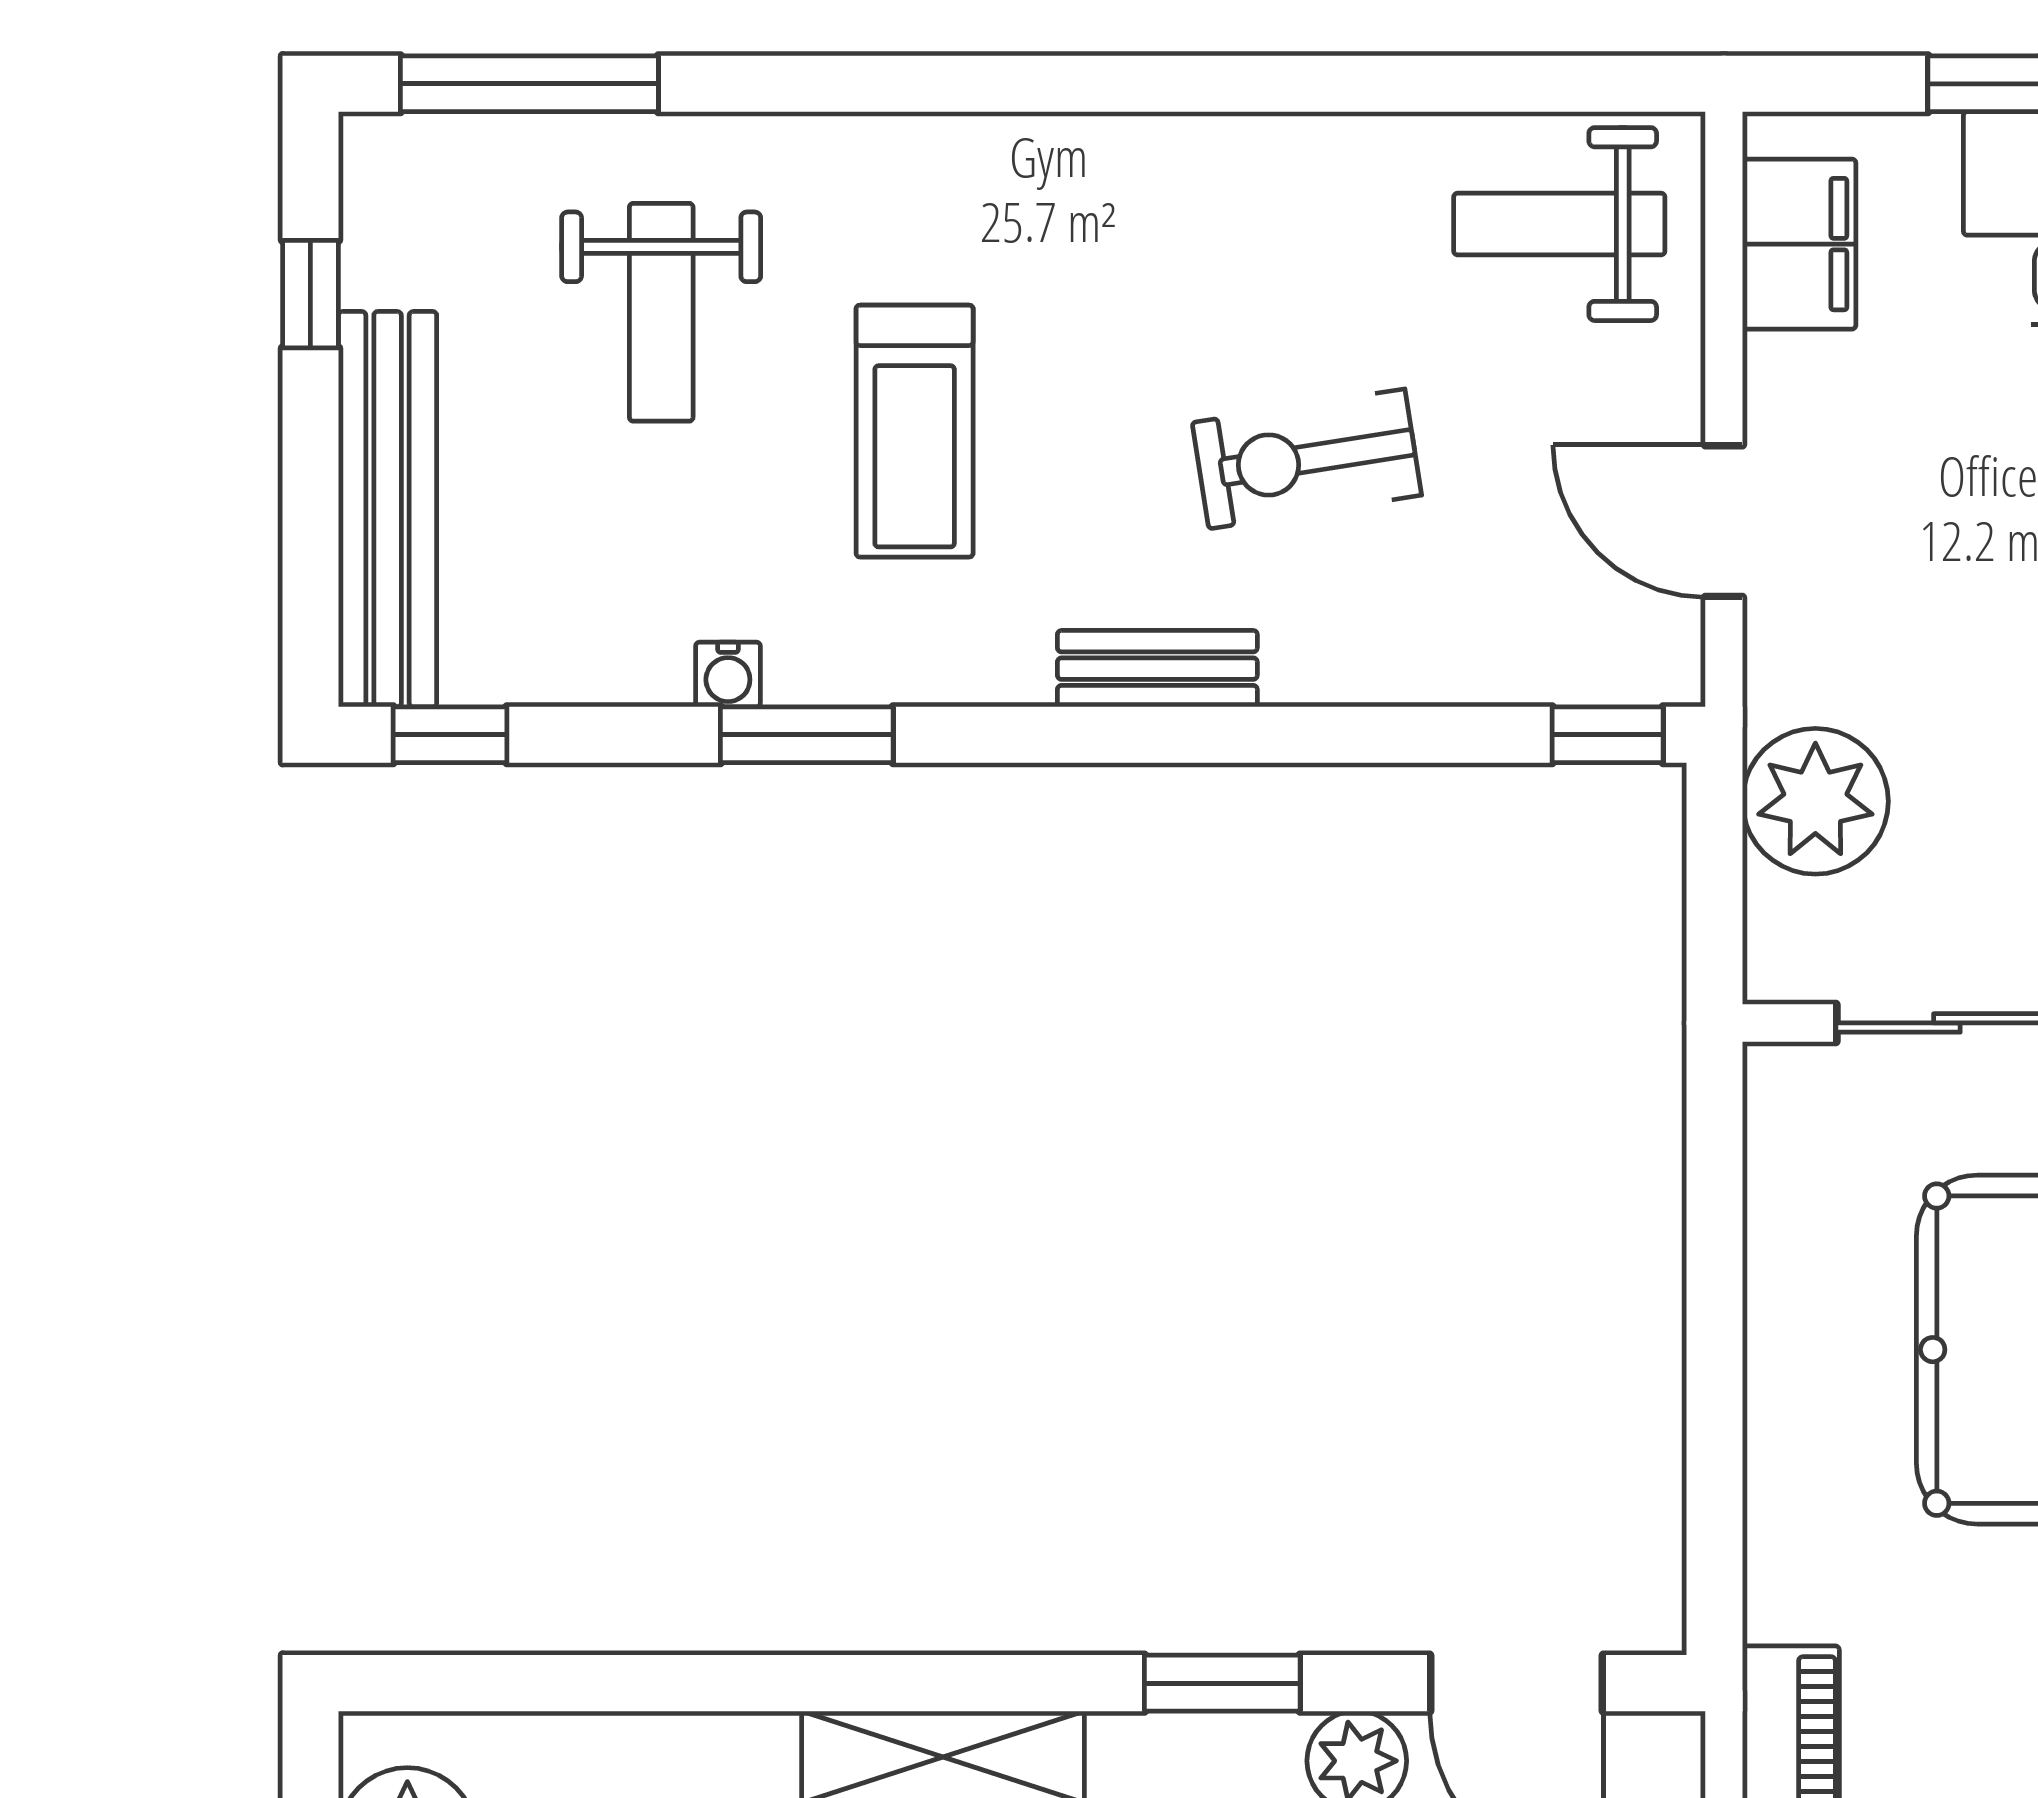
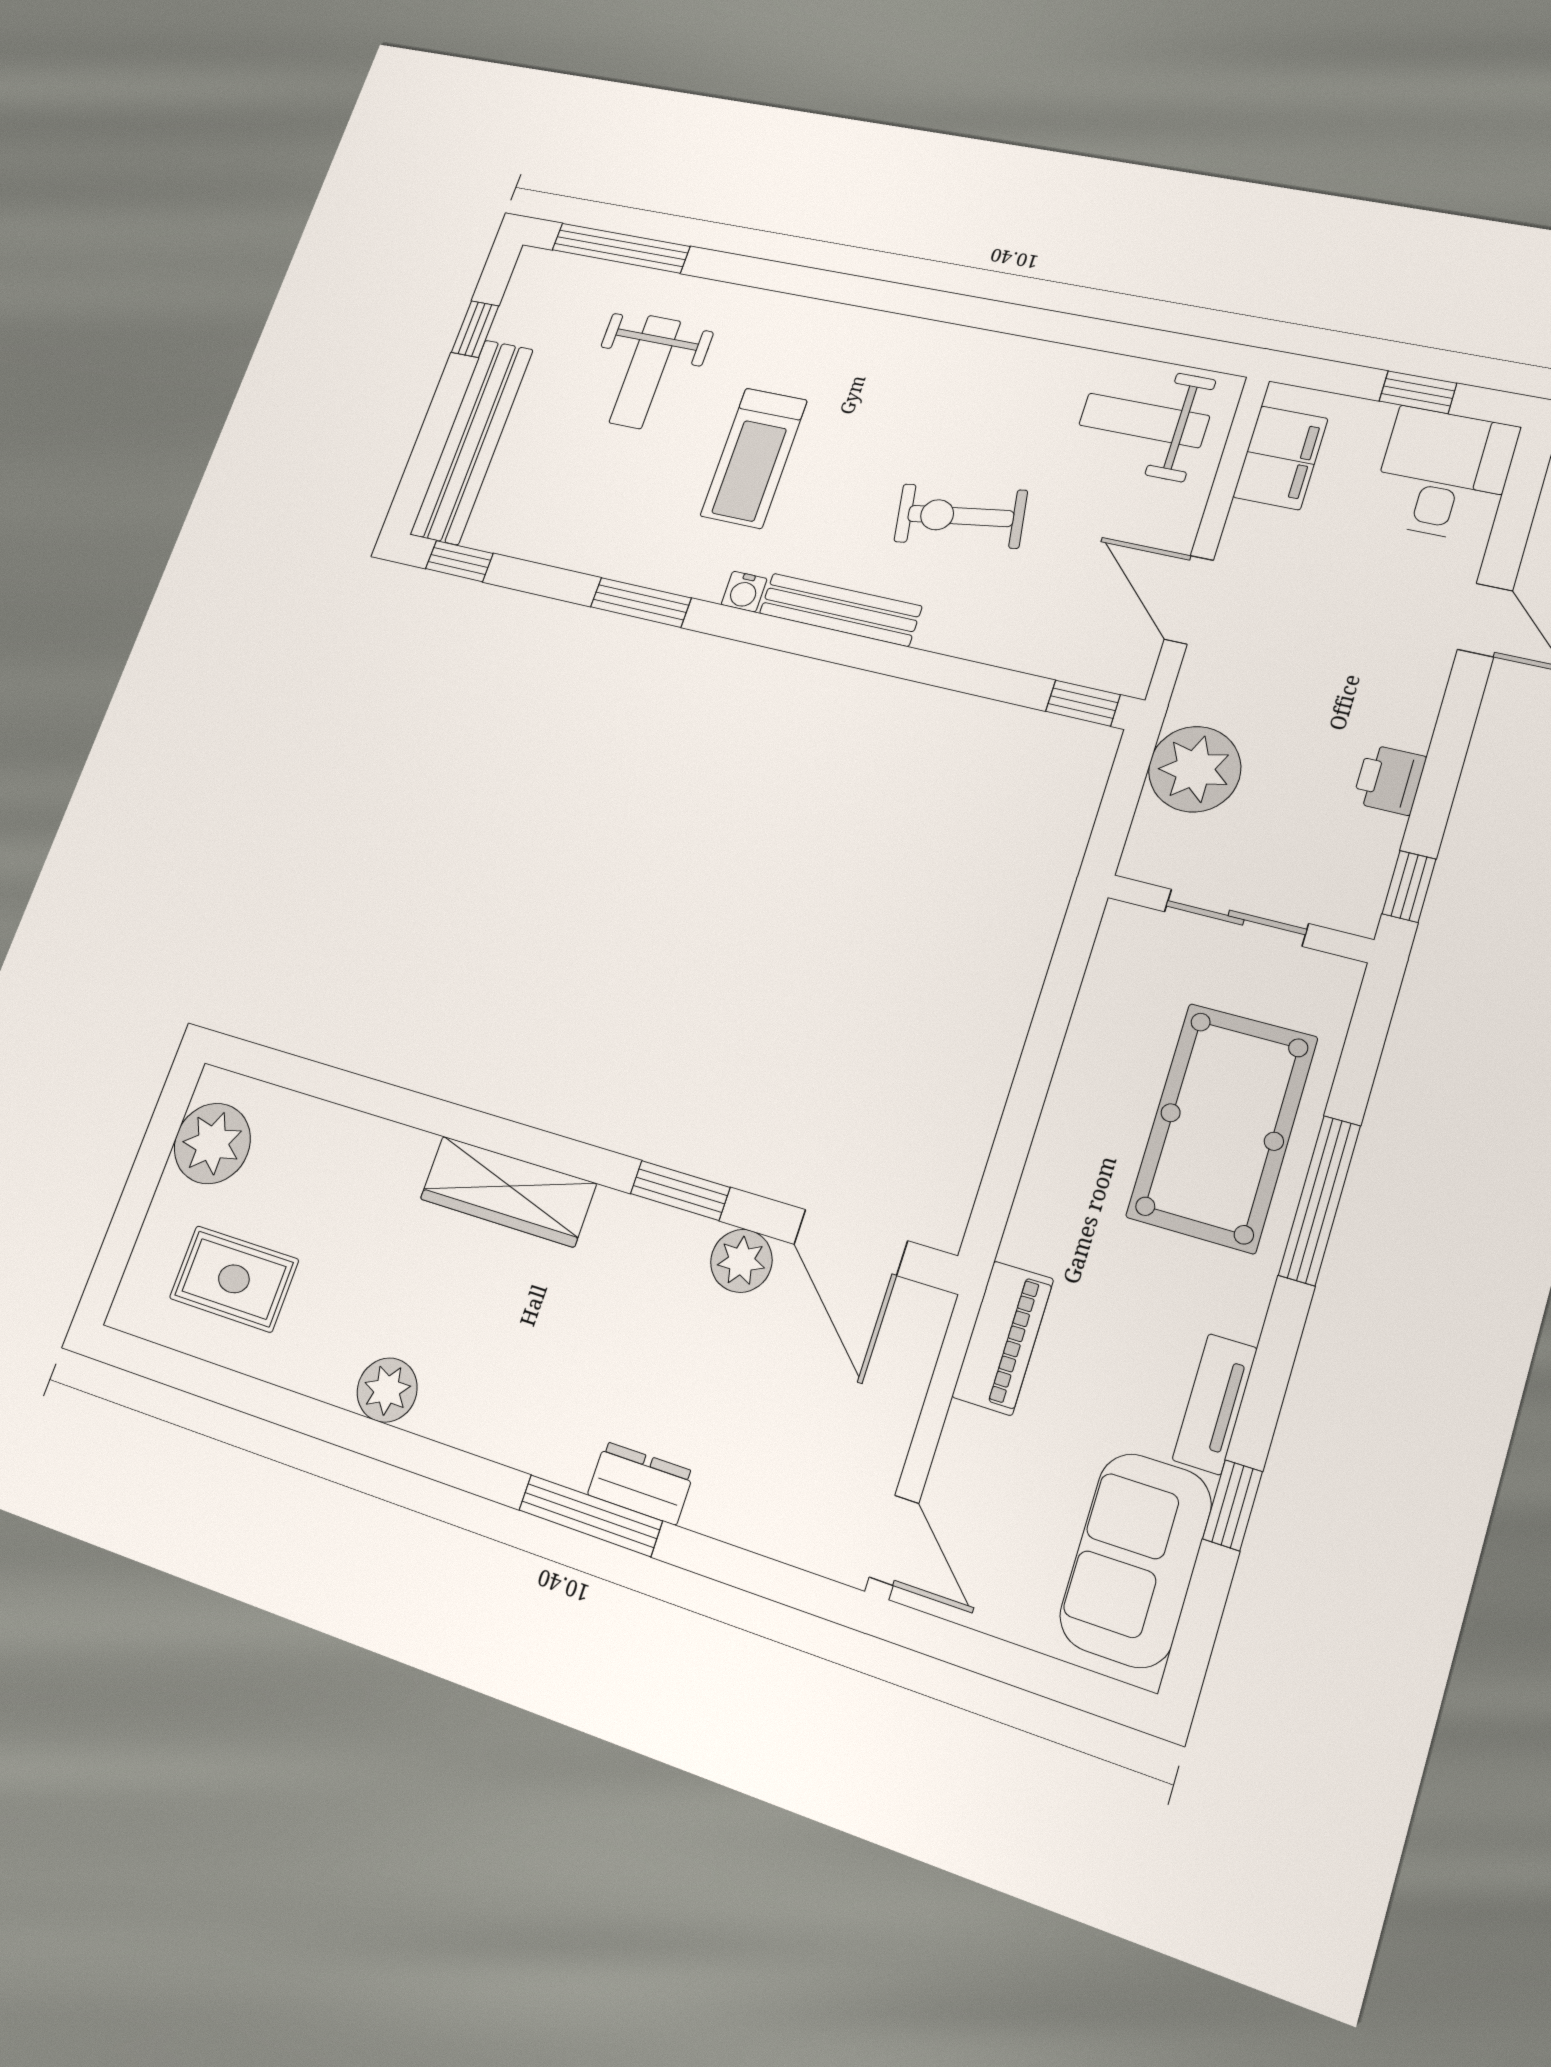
bench: (1157, 669) -> (840, 610), width x1.36
water cooler: (728, 674) -> (744, 592), moved

